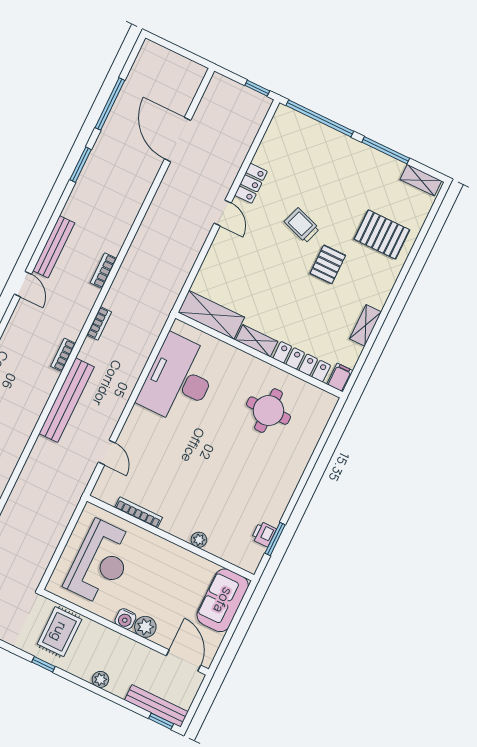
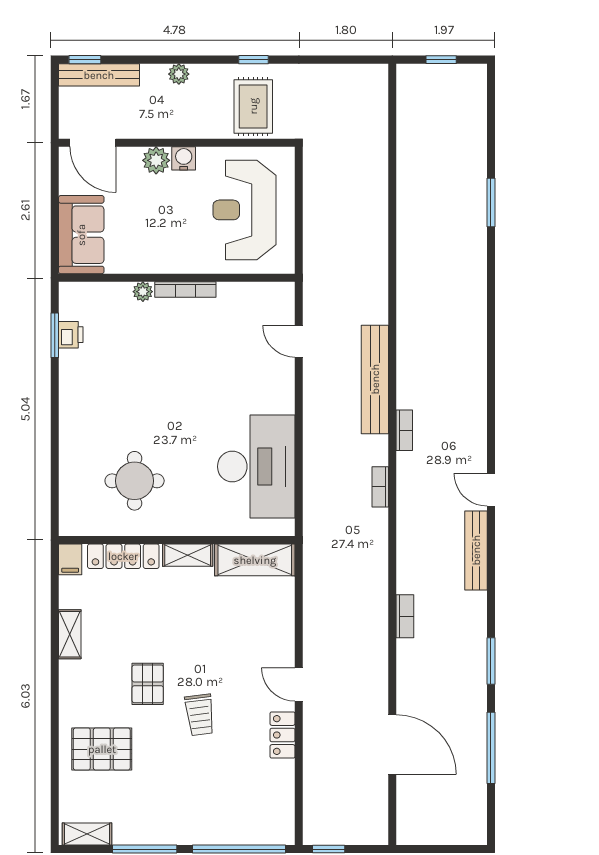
trolley: (302, 225) -> (200, 715), turned 64
bookcase: (103, 271) -> (405, 616), moved
bookcase: (139, 512) -> (185, 289), moved

